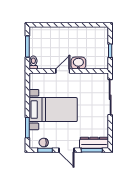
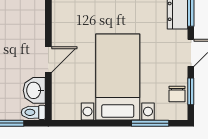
washbasin: (78, 63) -> (34, 90), moved
door: (63, 71) -> (48, 60), swing flipped

